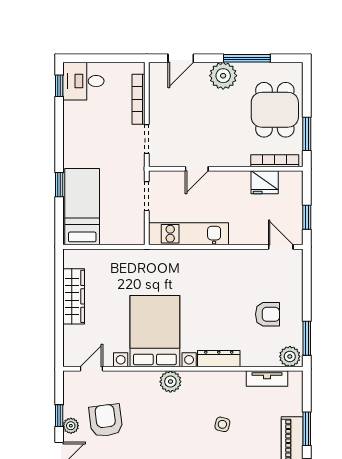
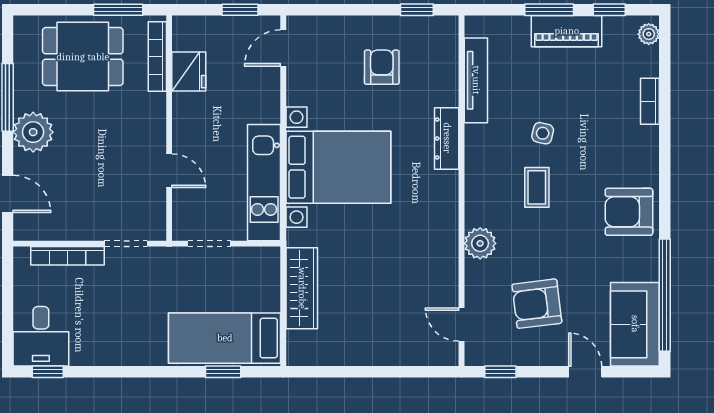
window: (59, 185) -> (223, 372), moved
wardrobe: (74, 296) -> (302, 288), moved, turned 90
bed with nightstands: (155, 331) -> (338, 167), moved, turned 180
window: (307, 338) -> (417, 10), width x0.67
plant: (290, 356) -> (443, 35), removed
tv unit: (267, 379) -> (476, 80), width x1.41
plant: (170, 382) -> (480, 243), moved
window: (59, 416) -> (500, 372), moved
coffee table: (185, 420) -> (537, 187), added
plant: (71, 426) -> (545, 355), removed

